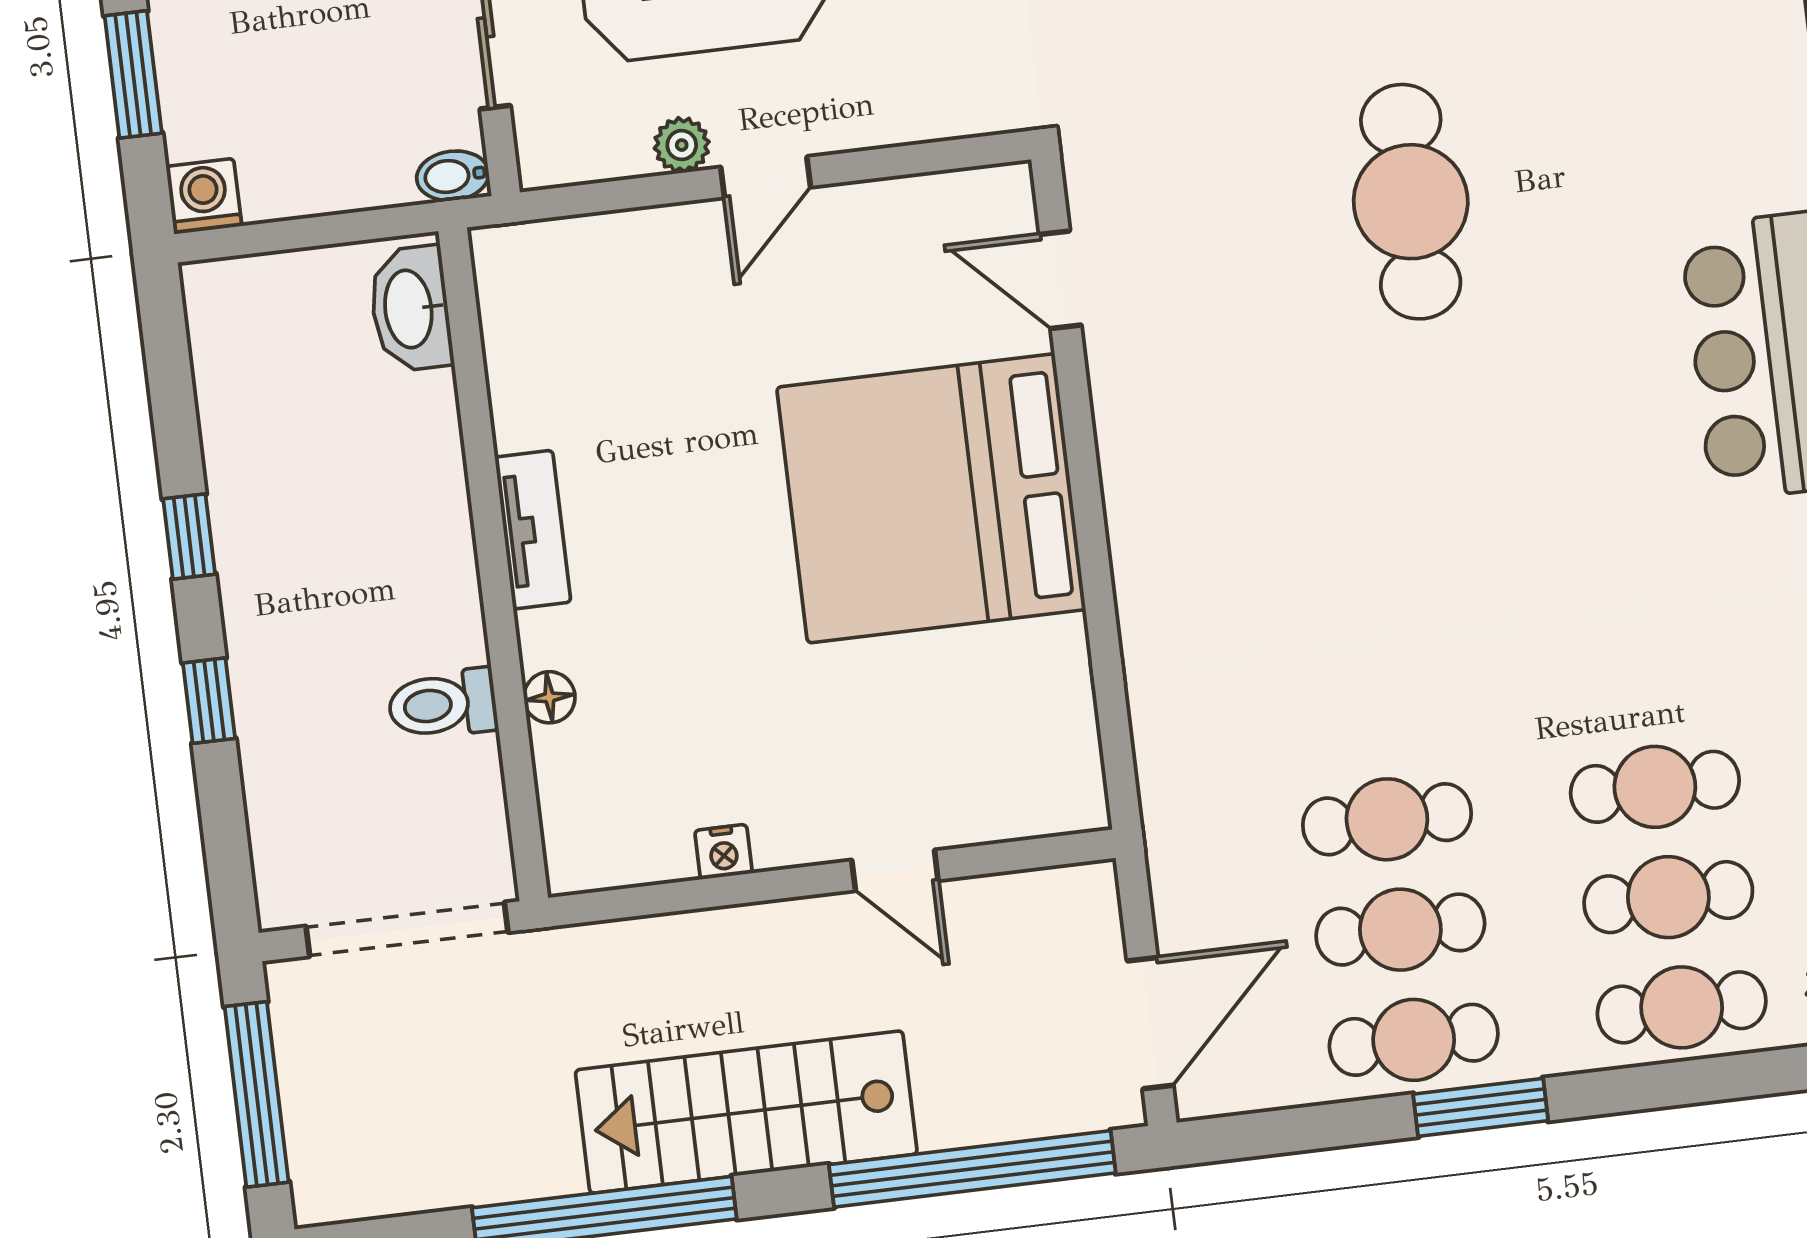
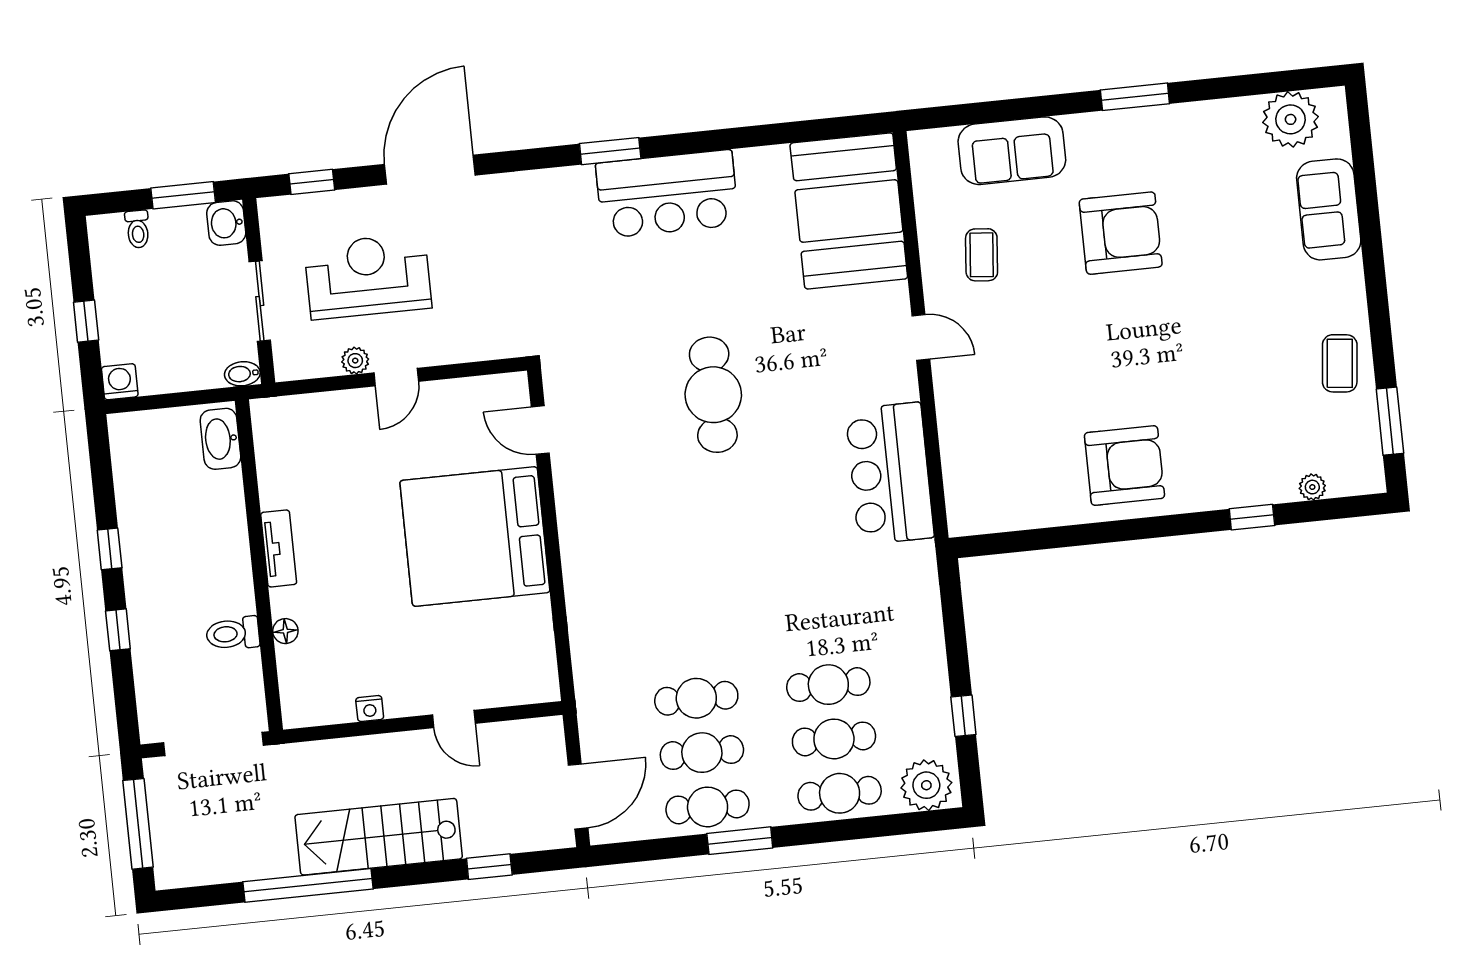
window: (133, 74) -> (86, 321), width x0.67
window: (972, 1169) -> (489, 867), width x0.32

